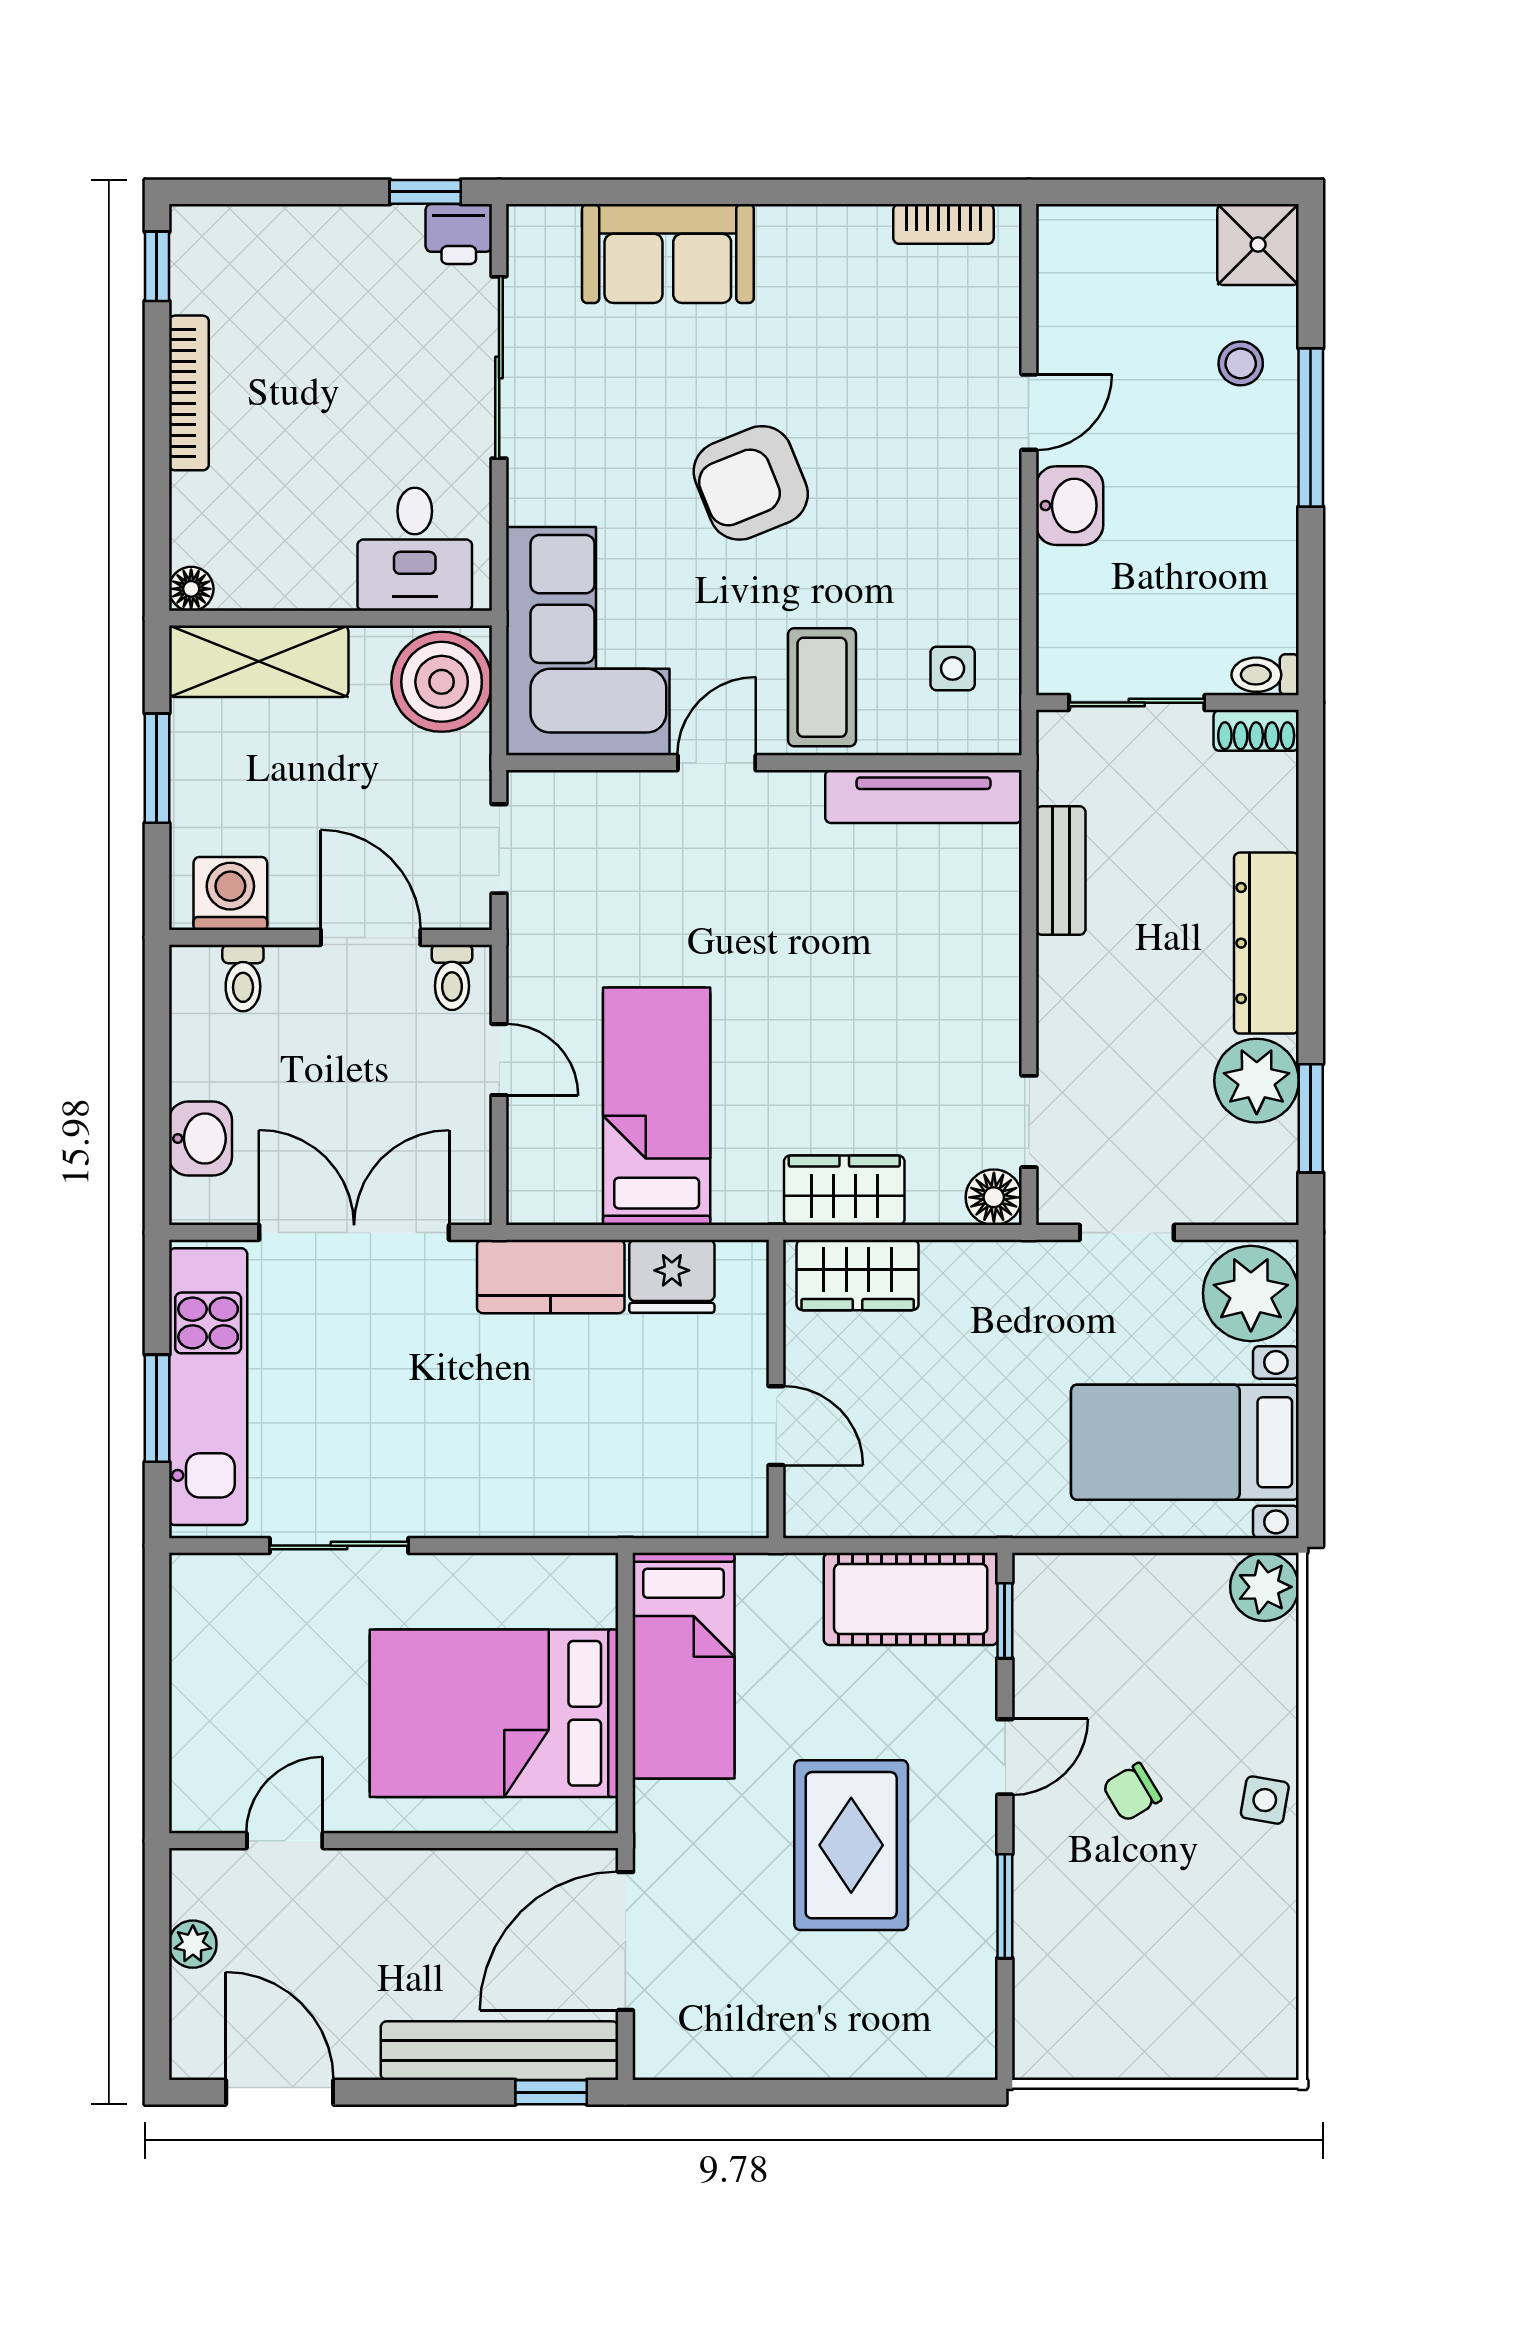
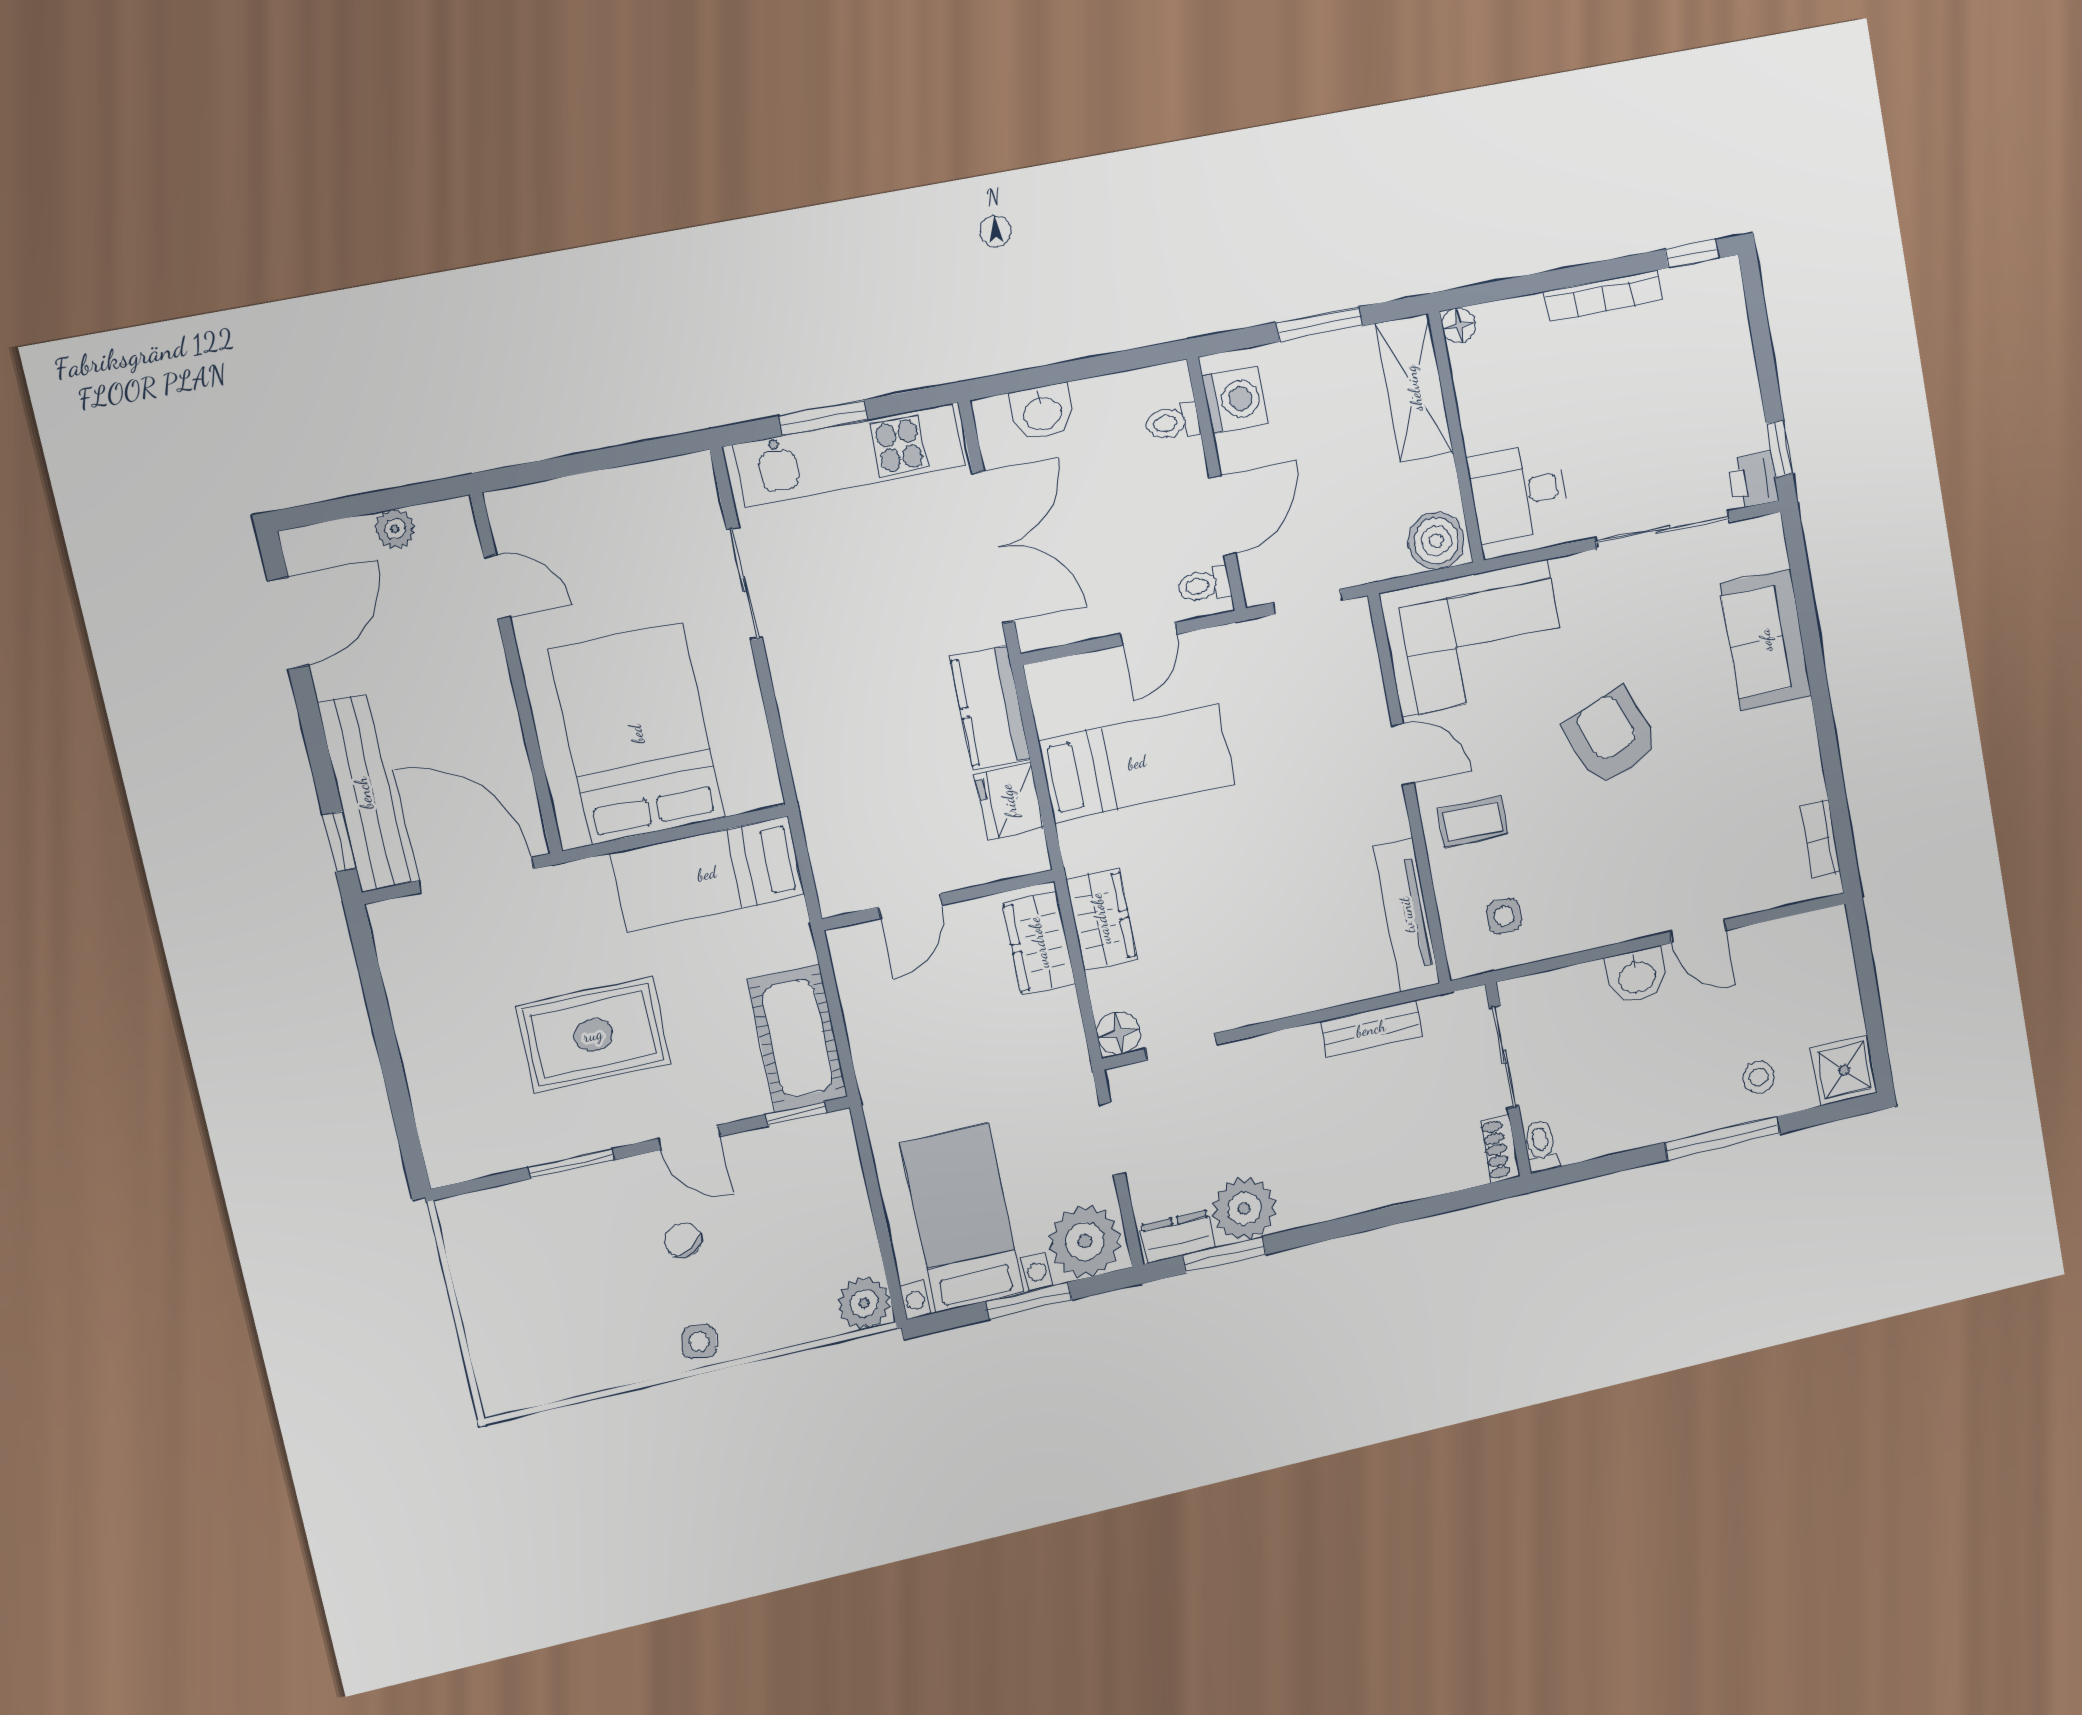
boiler: (442, 682) -> (1436, 541), width x0.73, depth x0.73
coffee table: (822, 687) -> (1473, 822), width x0.73, depth x0.77
dresser: (1266, 943) -> (1178, 1237), moved, width x0.51, depth x0.80
window: (1311, 1380) -> (1029, 1301), added

